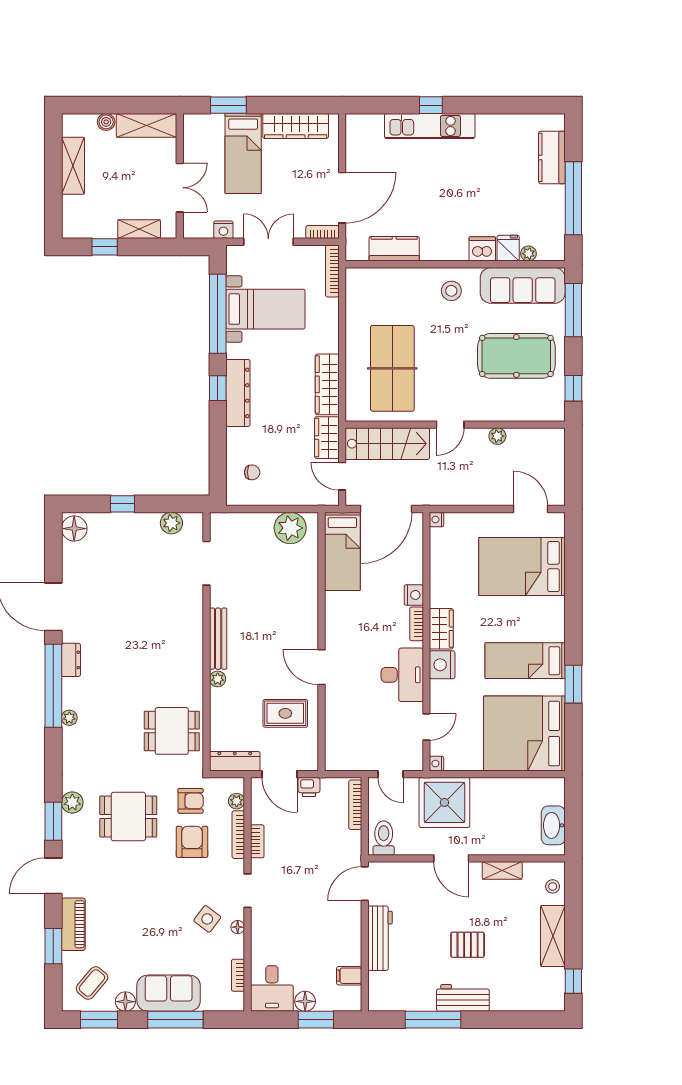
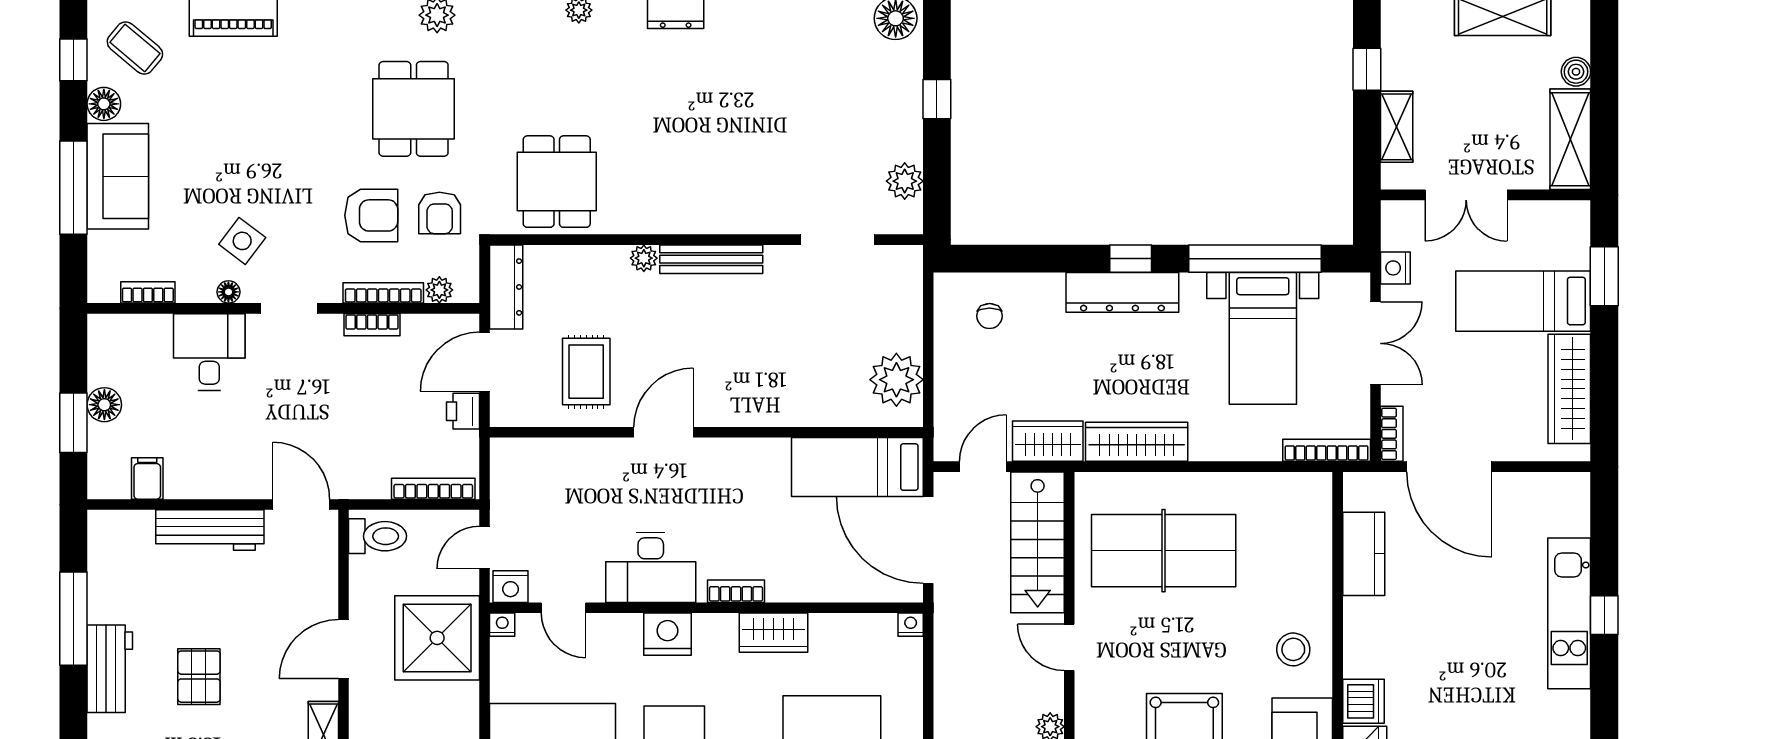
nightstand: (414, 595) -> (511, 587), moved
wardrobe: (441, 629) -> (774, 633), moved
desk: (272, 989) -> (209, 352), moved, turned 90
window: (99, 1020) -> (73, 60), width x0.67

